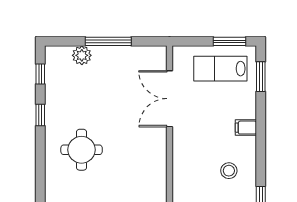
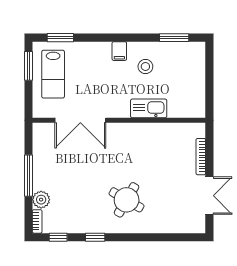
bookcase: (58, 51) -> (37, 221), added
filing cabinet: (246, 128) -> (119, 51), moved
round table: (82, 150) -> (127, 200), turned 30
kitchen sink: (183, 174) -> (149, 108), added

